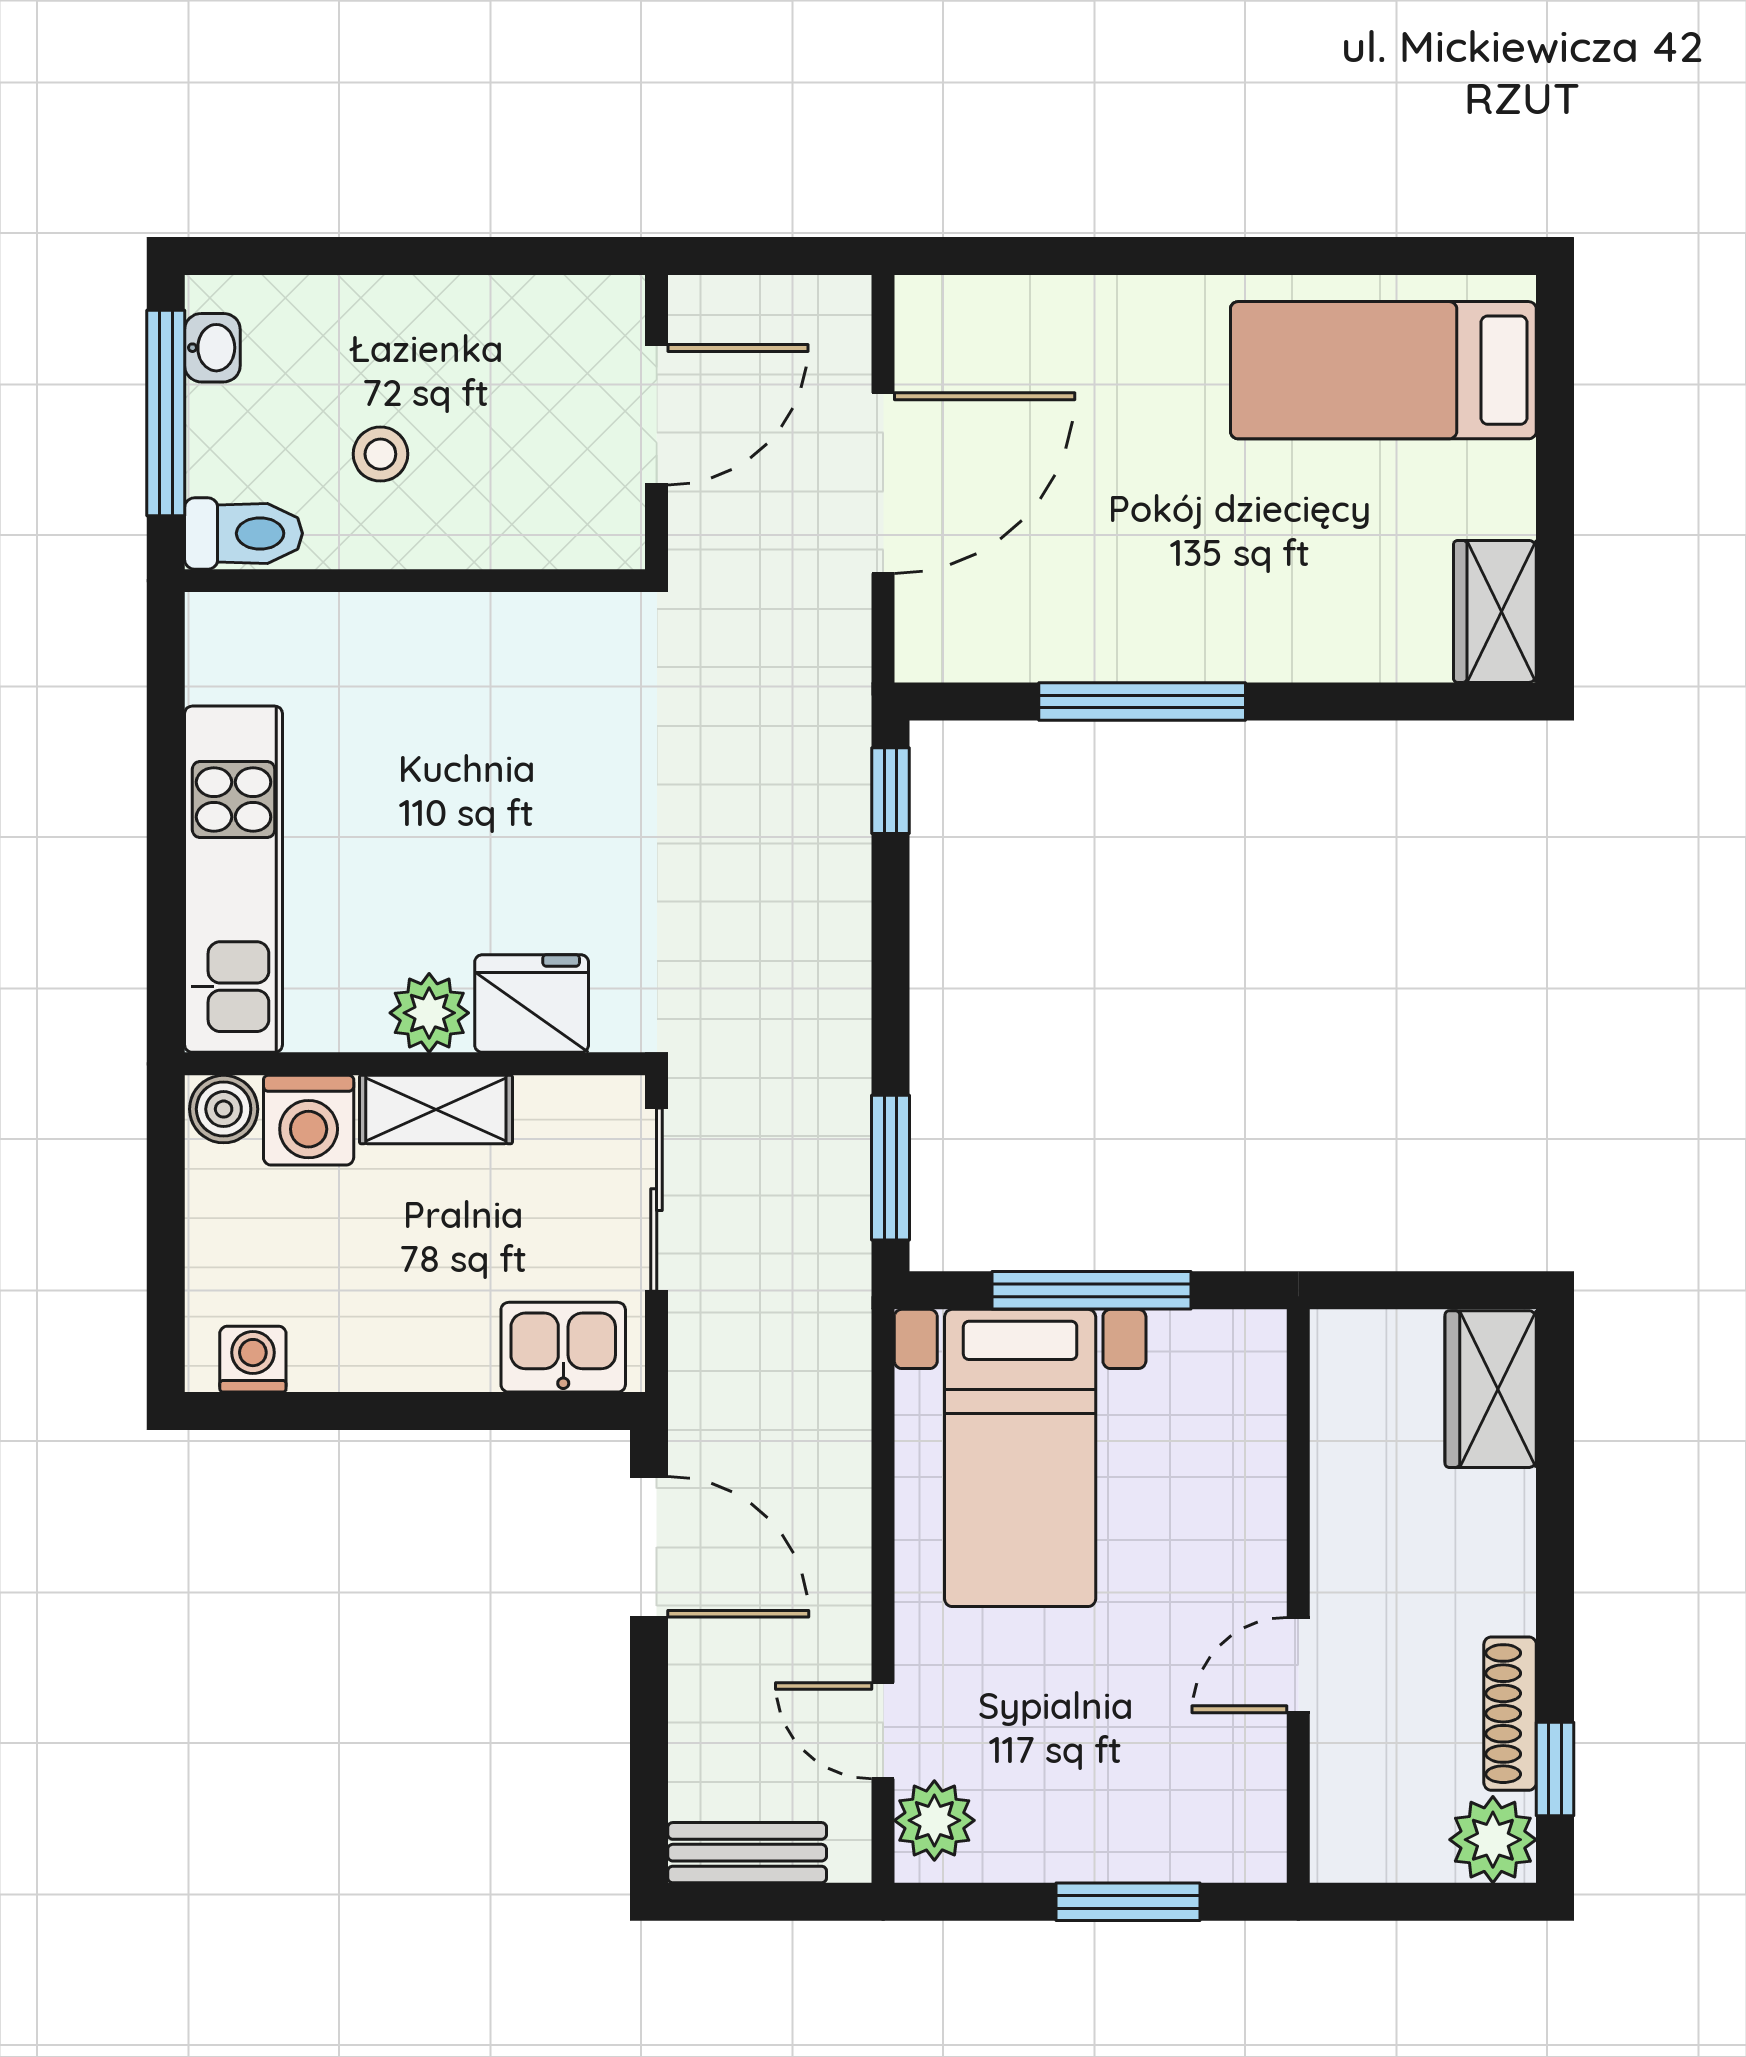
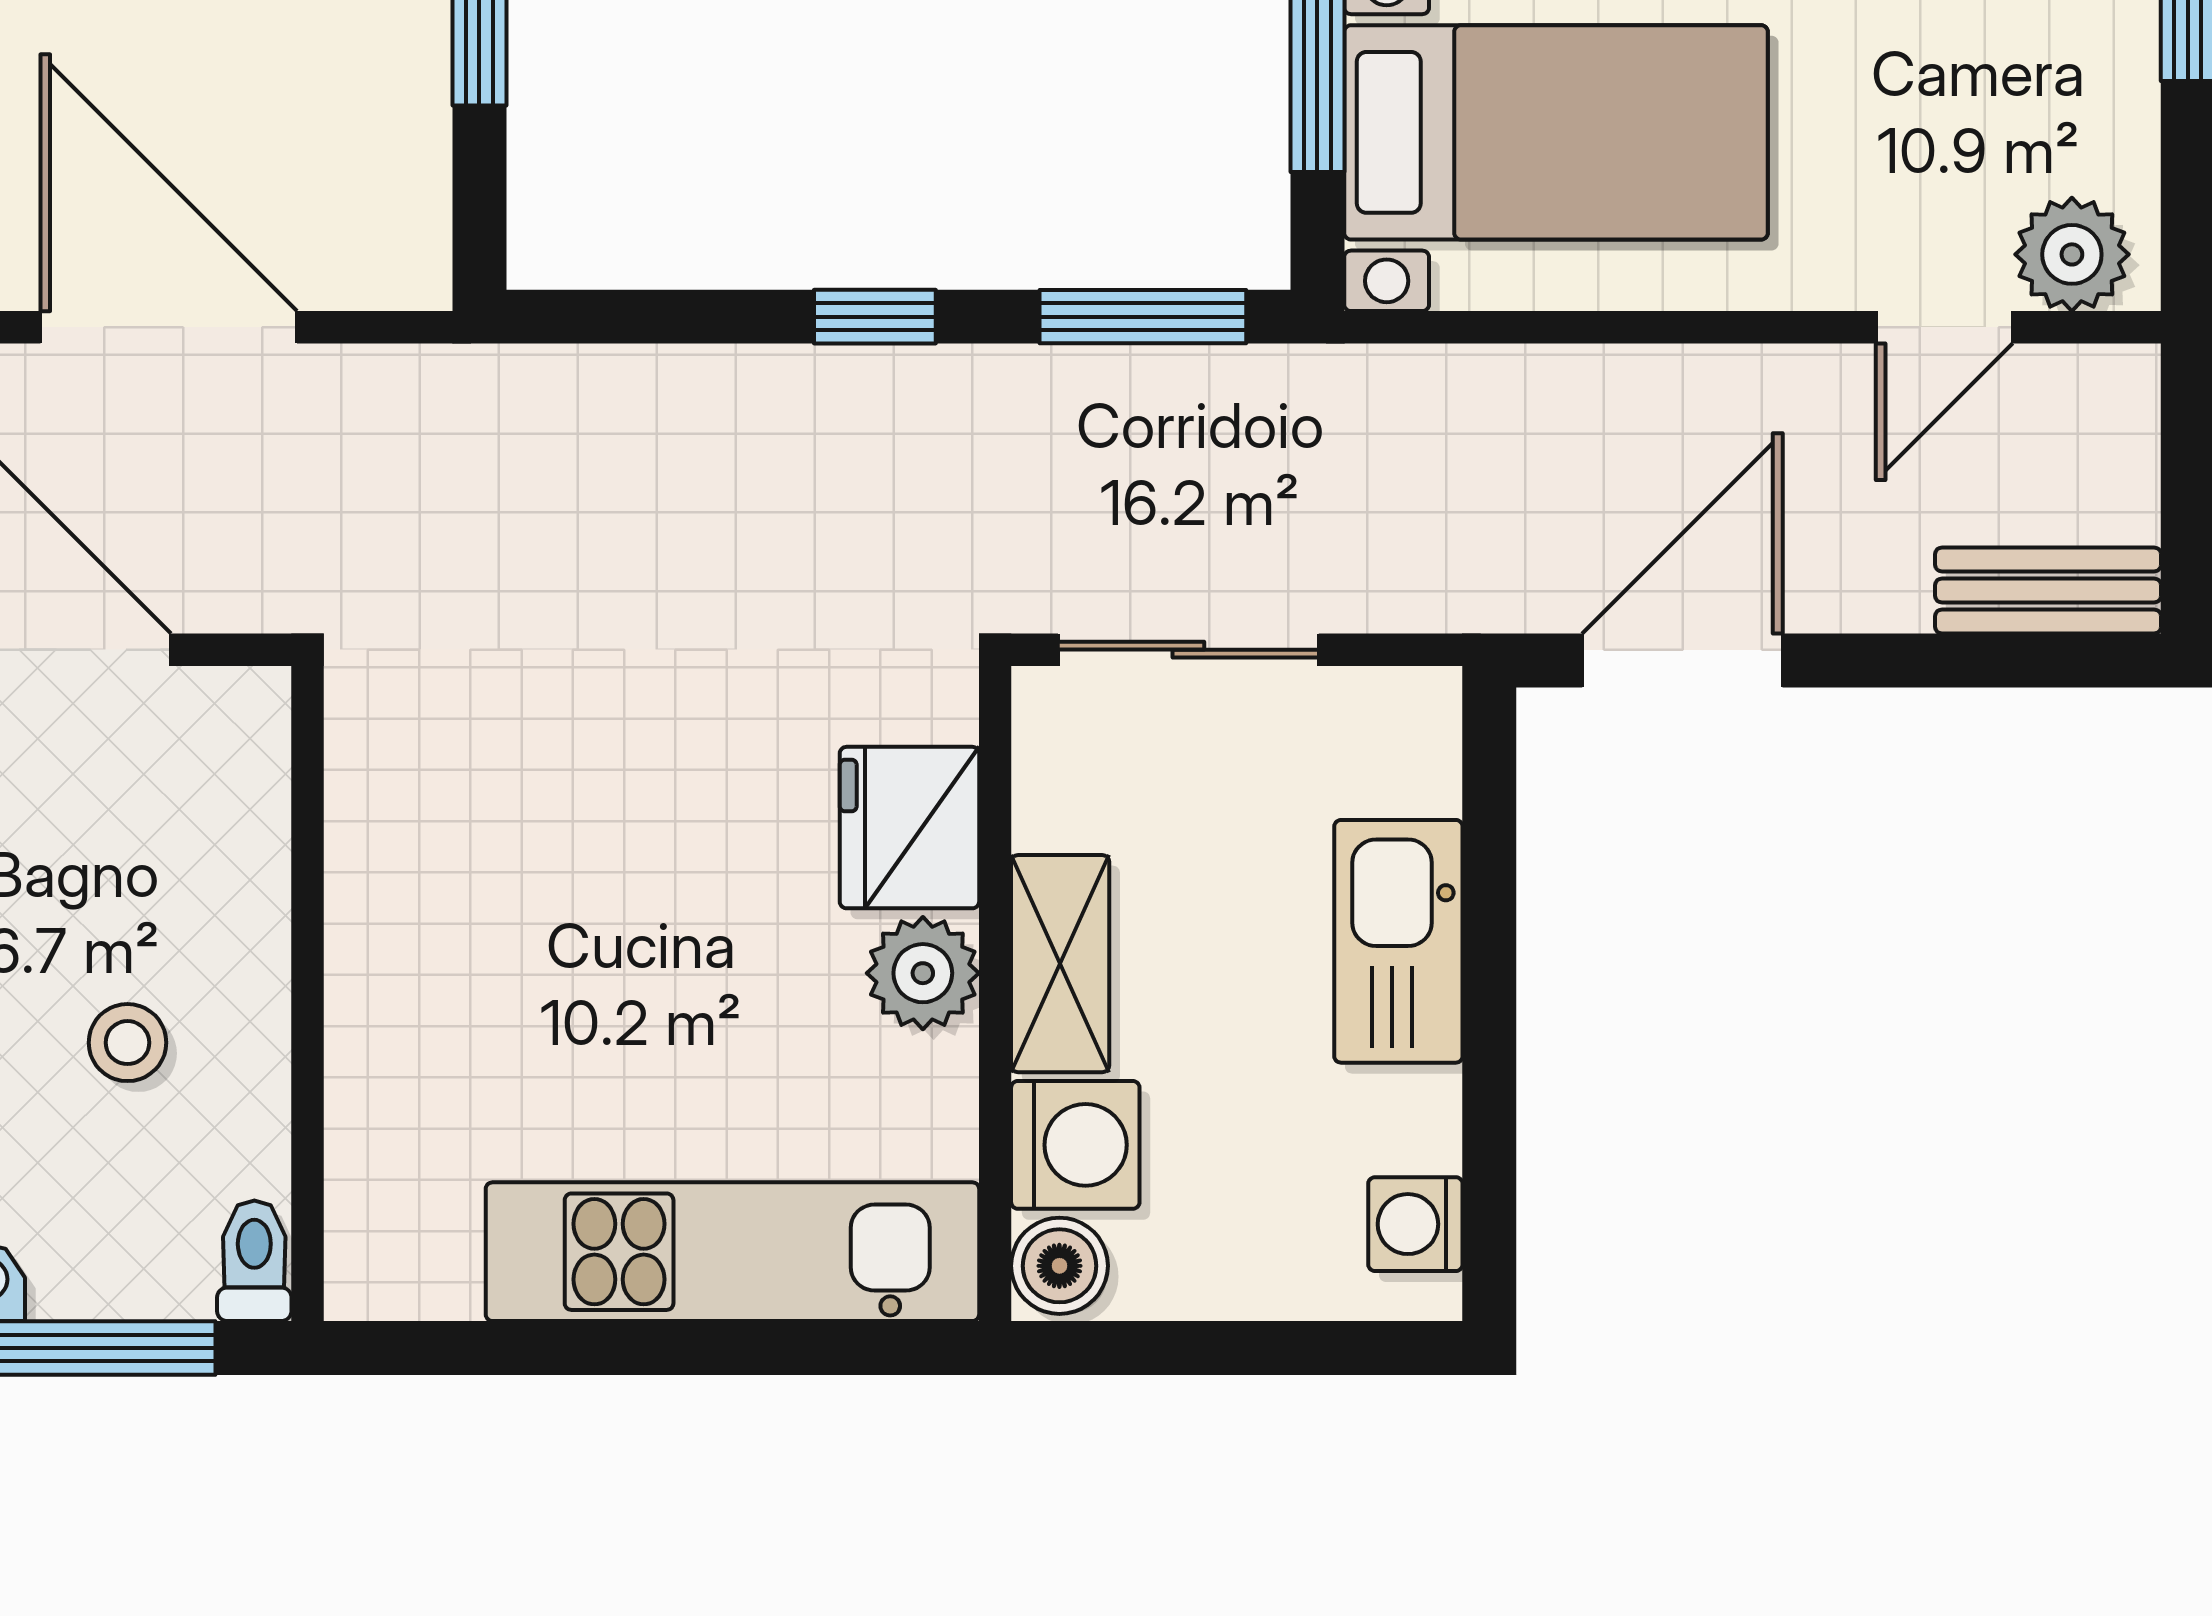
toilet: (244, 533) -> (254, 1261), width x0.73, depth x0.72
window: (891, 791) -> (875, 317), moved
kitchen sink: (563, 1347) -> (1398, 941), moved, width x1.38
bench: (747, 1853) -> (2048, 590), moved, turned 90

